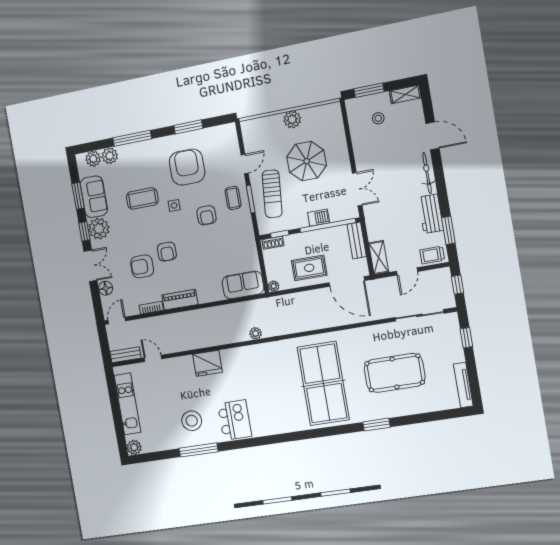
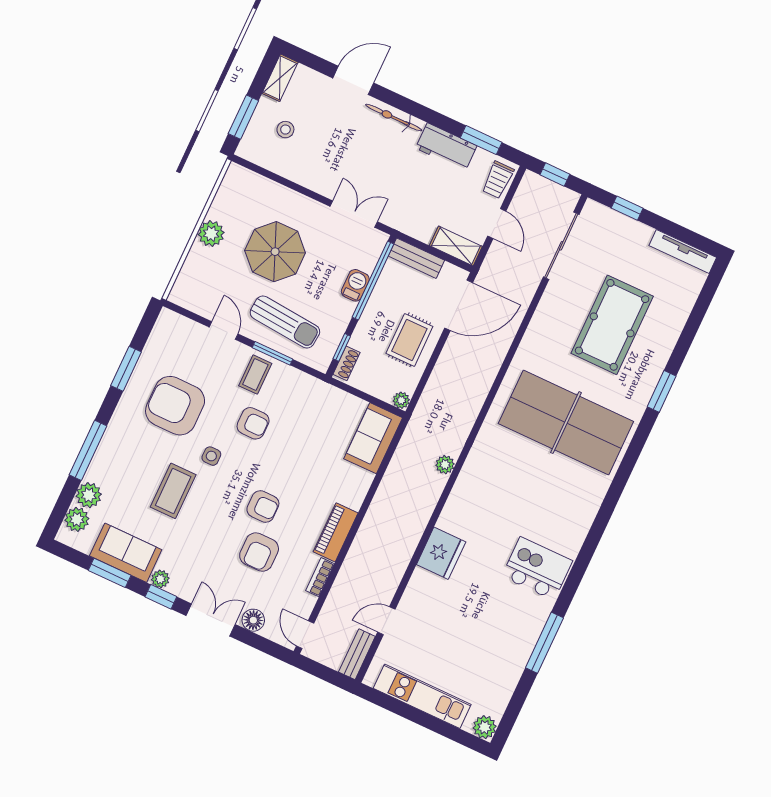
coffee table: (233, 198) -> (255, 375), turned 90
plant: (99, 229) -> (160, 579), width x0.53, depth x0.53
stool: (192, 421) -> (501, 626), removed

